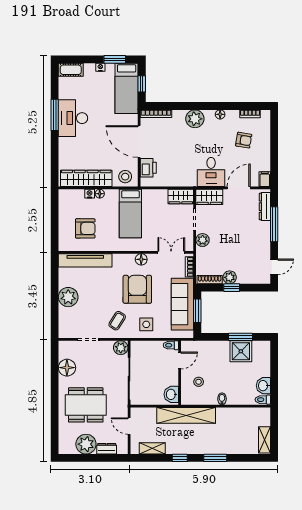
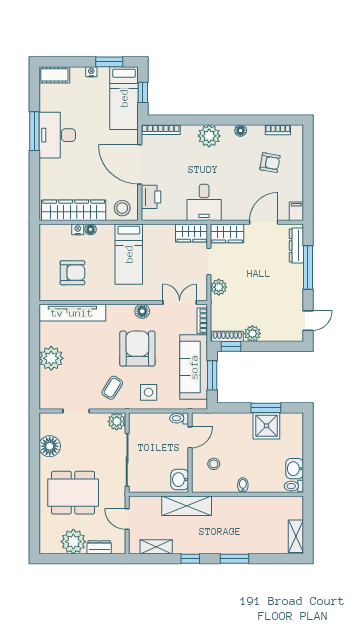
desk: (211, 172) -> (204, 202), moved
window: (232, 288) -> (231, 346), moved
shelving: (186, 415) -> (187, 506), width x0.68

